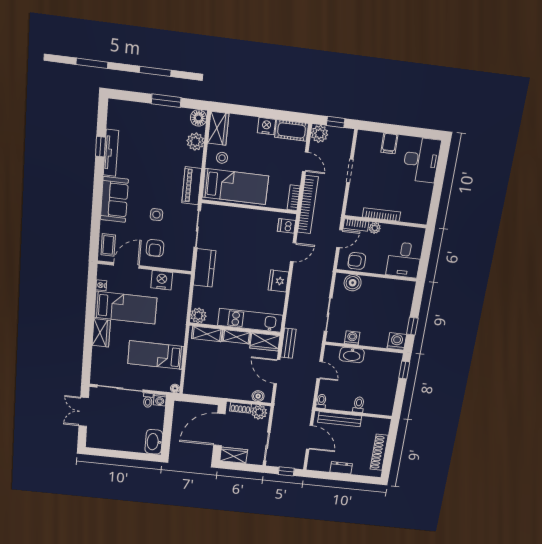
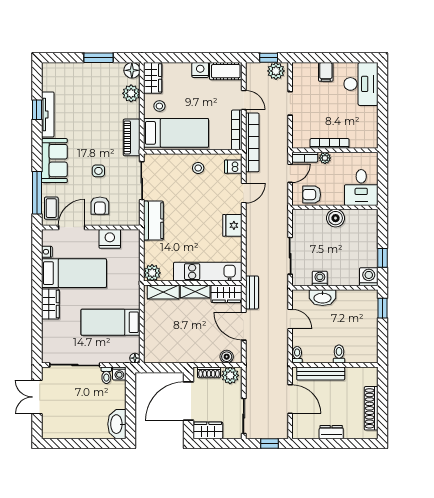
plant: (320, 134) -> (276, 71), moved
bookcase: (294, 198) -> (237, 130), width x1.56
stool: (253, 223) -> (198, 168), added
window: (95, 229) -> (37, 193), added
boiler: (353, 283) -> (336, 218), moved

